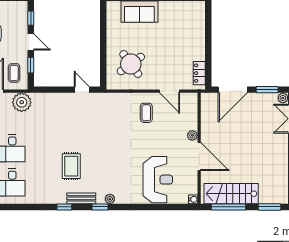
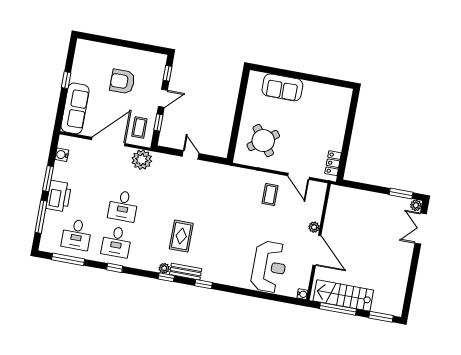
door: (31, 42) -> (163, 98), hinge flipped
door: (82, 90) -> (191, 155), moved
door: (233, 90) -> (365, 187), removed
plant: (110, 199) -> (164, 268), moved
window: (15, 207) -> (115, 268), added

